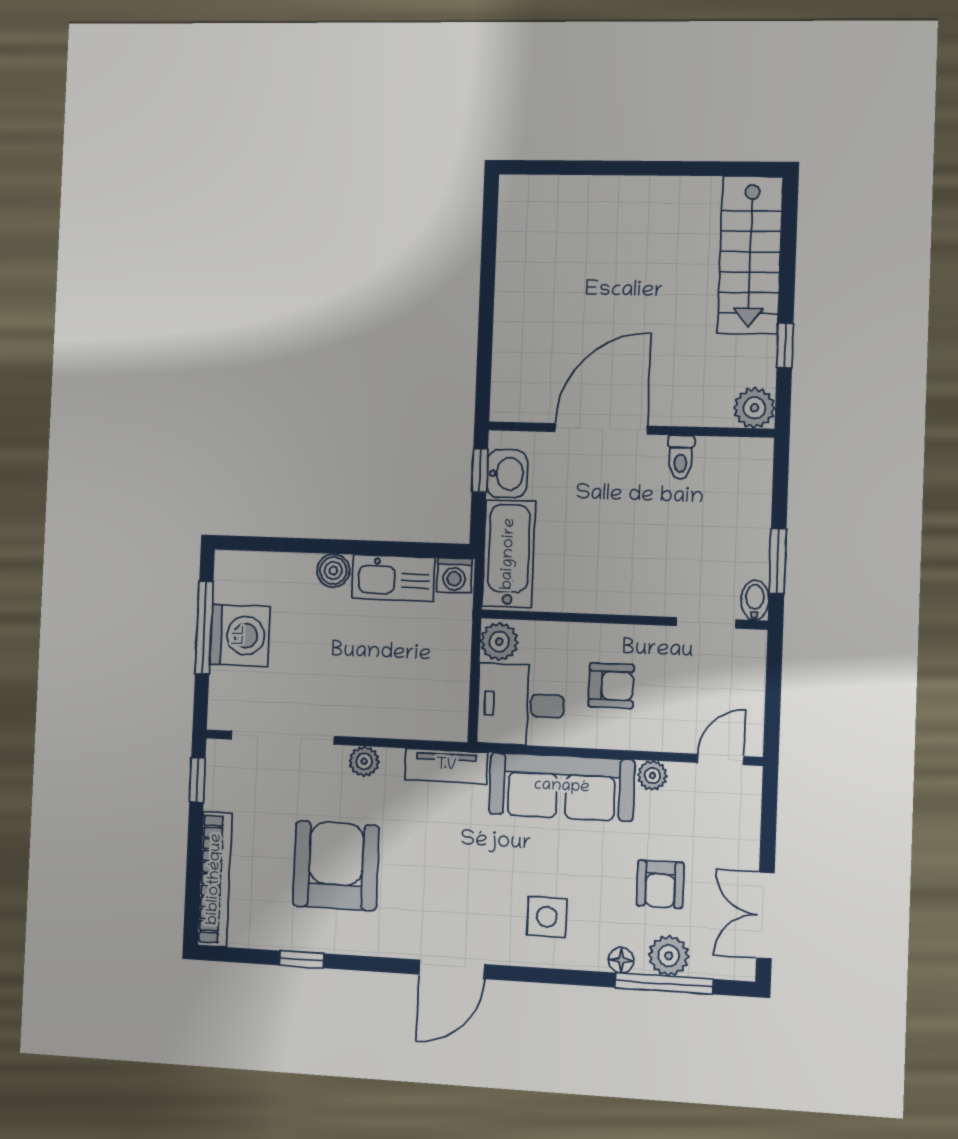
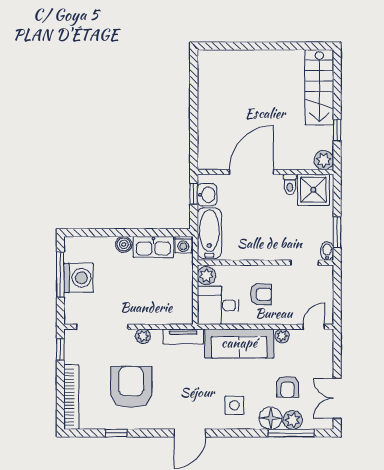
shower: (730, 470) -> (313, 190), added
floor lamp: (621, 960) -> (271, 418), width x1.89, depth x1.89

